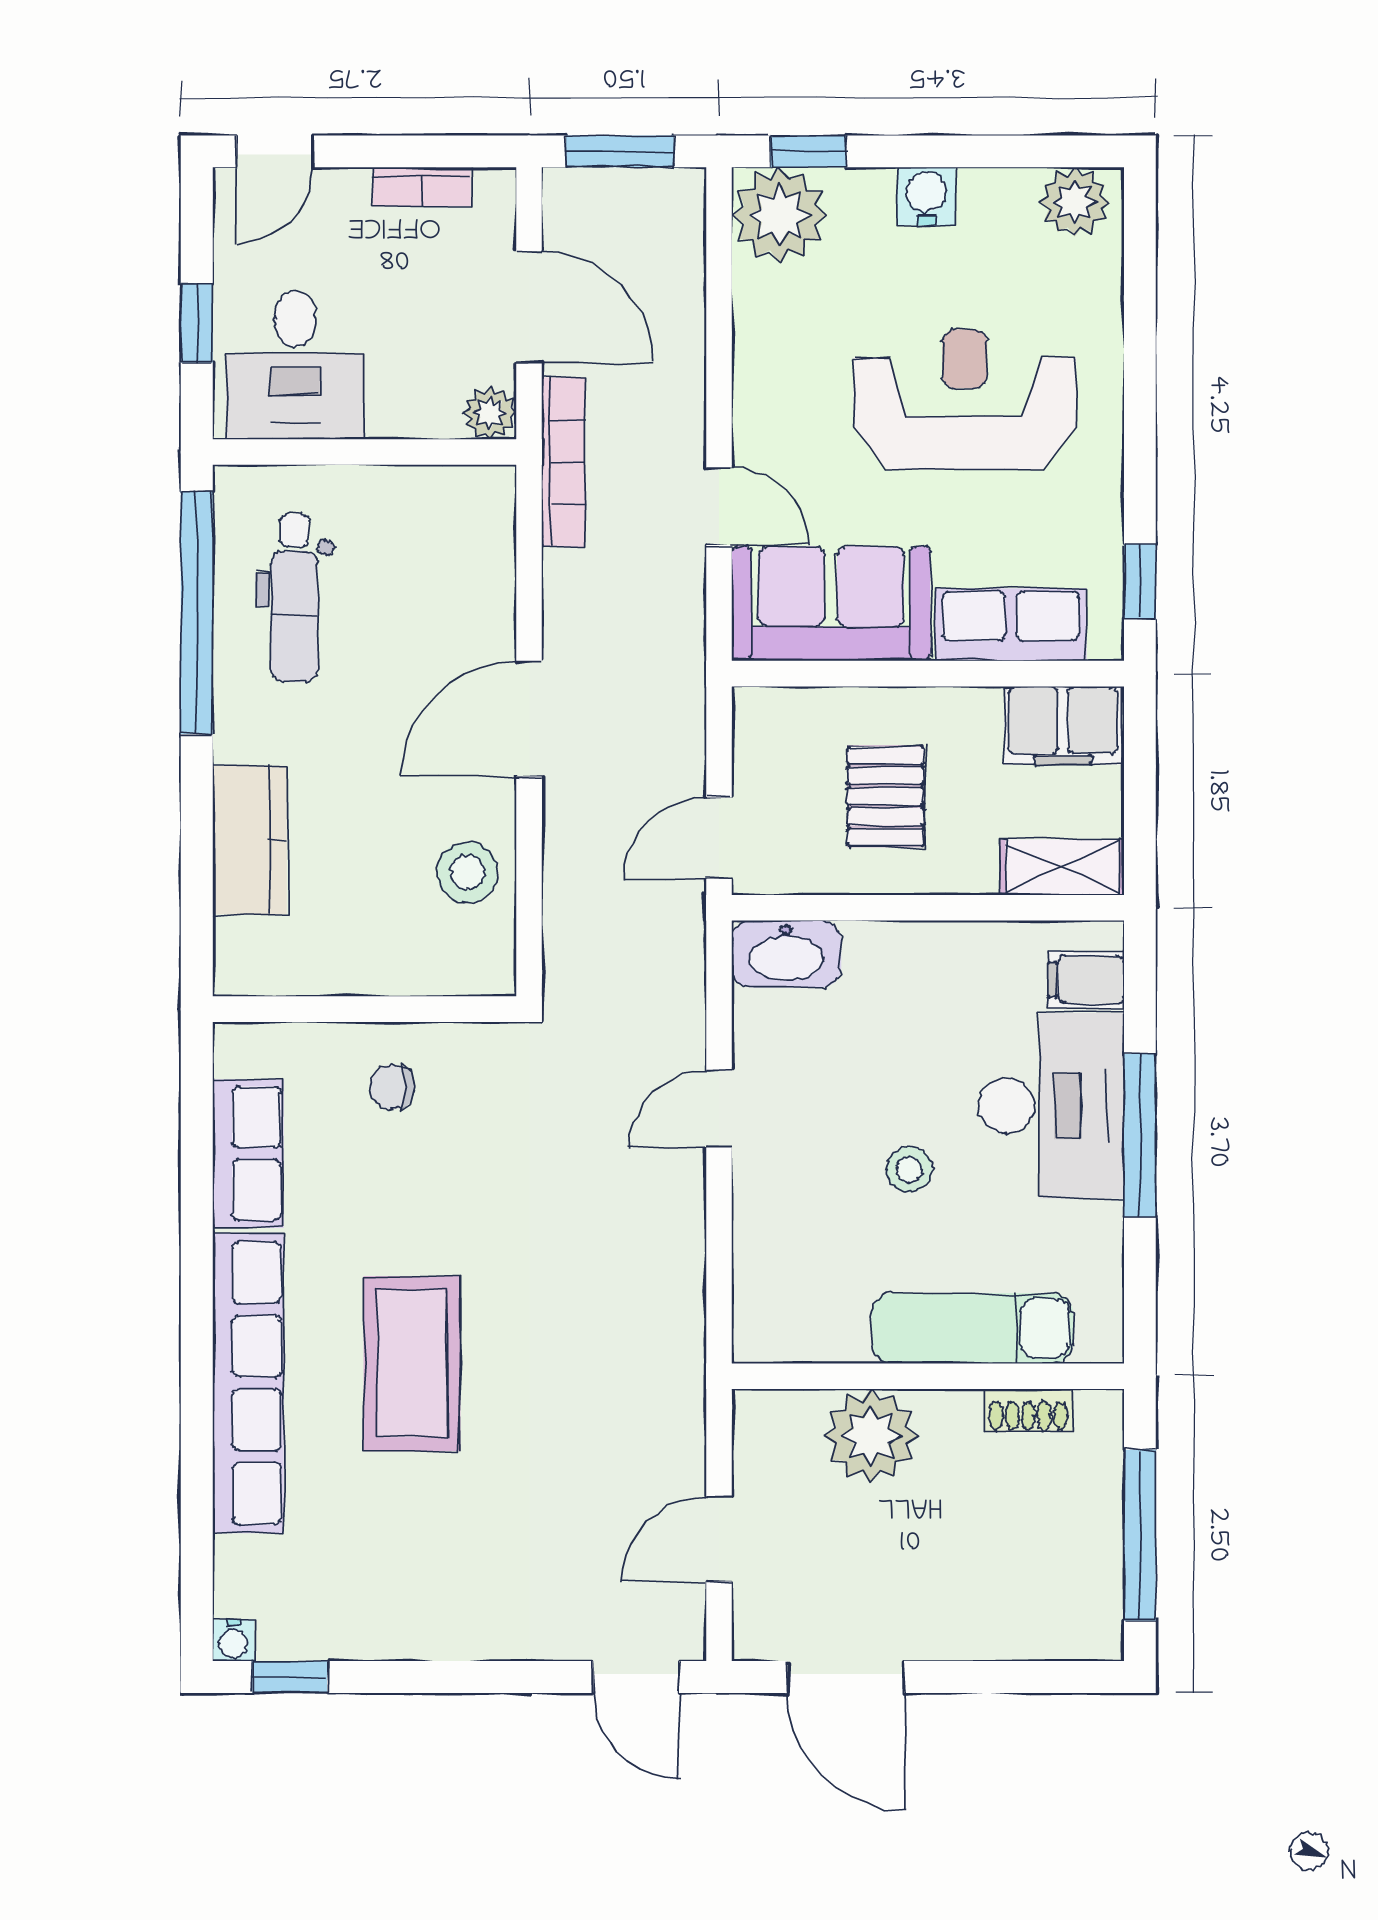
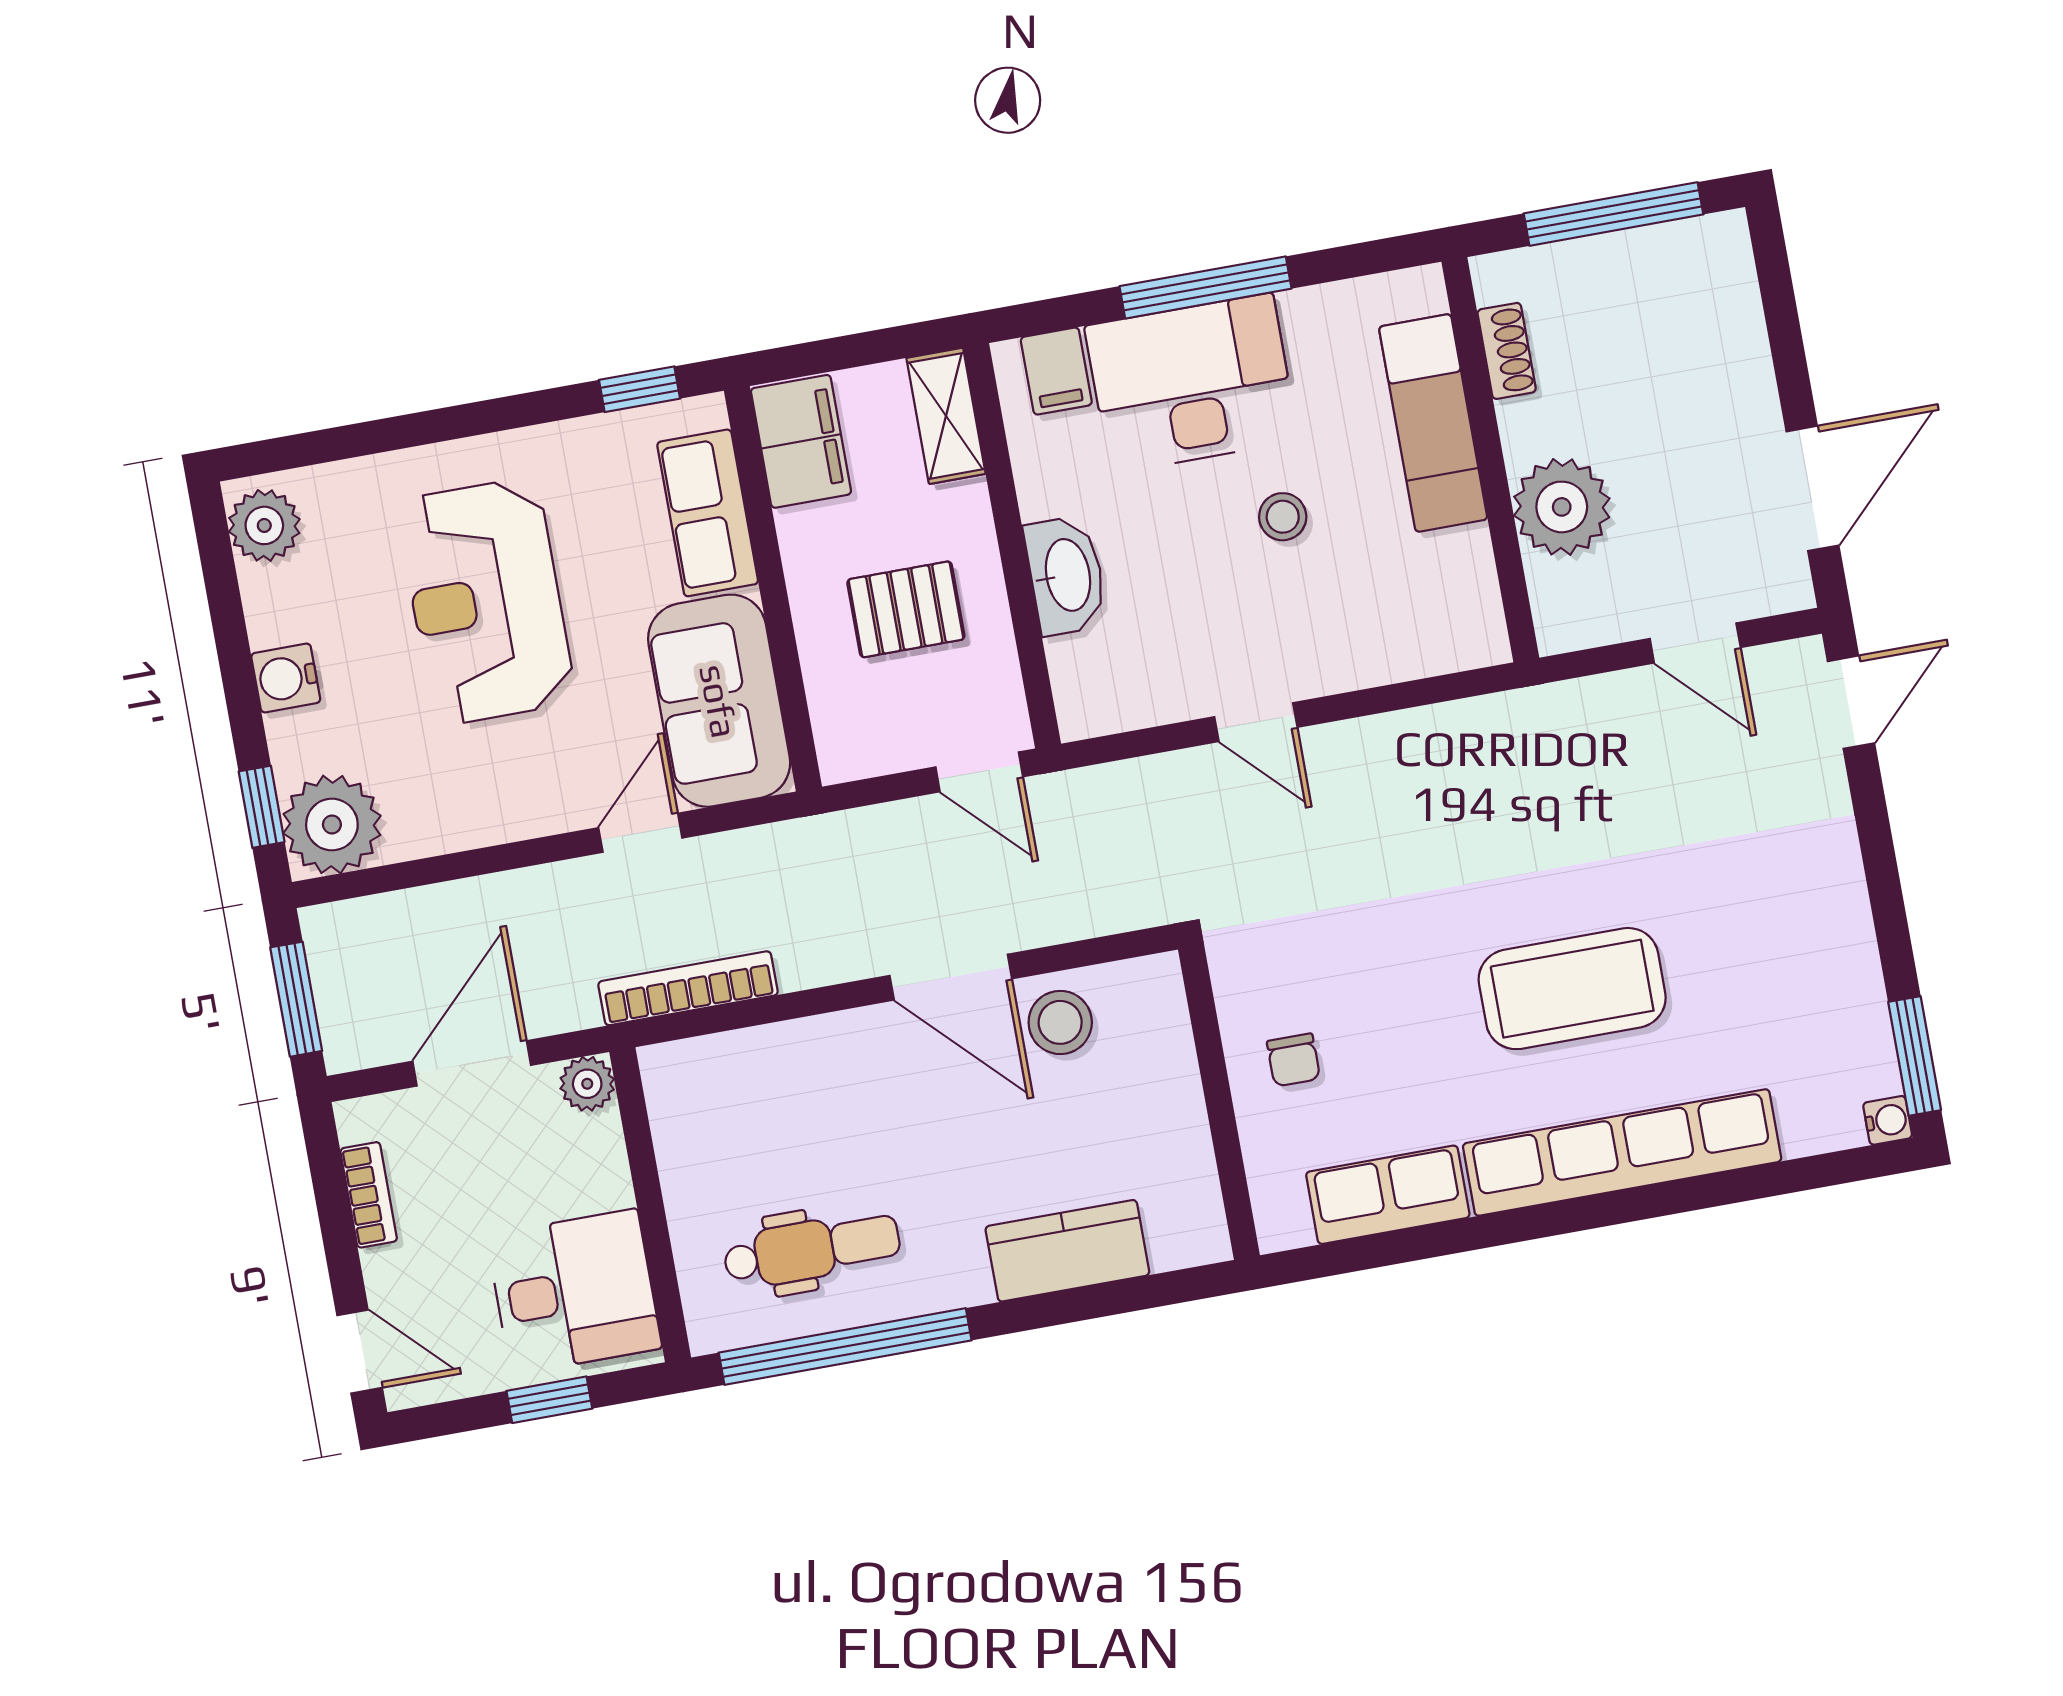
bookcase: (563, 462) -> (688, 988), moved
door: (529, 719) -> (951, 977), moved
washbasin: (786, 954) -> (1066, 575), moved
window: (290, 1677) -> (1915, 1056), width x1.50

